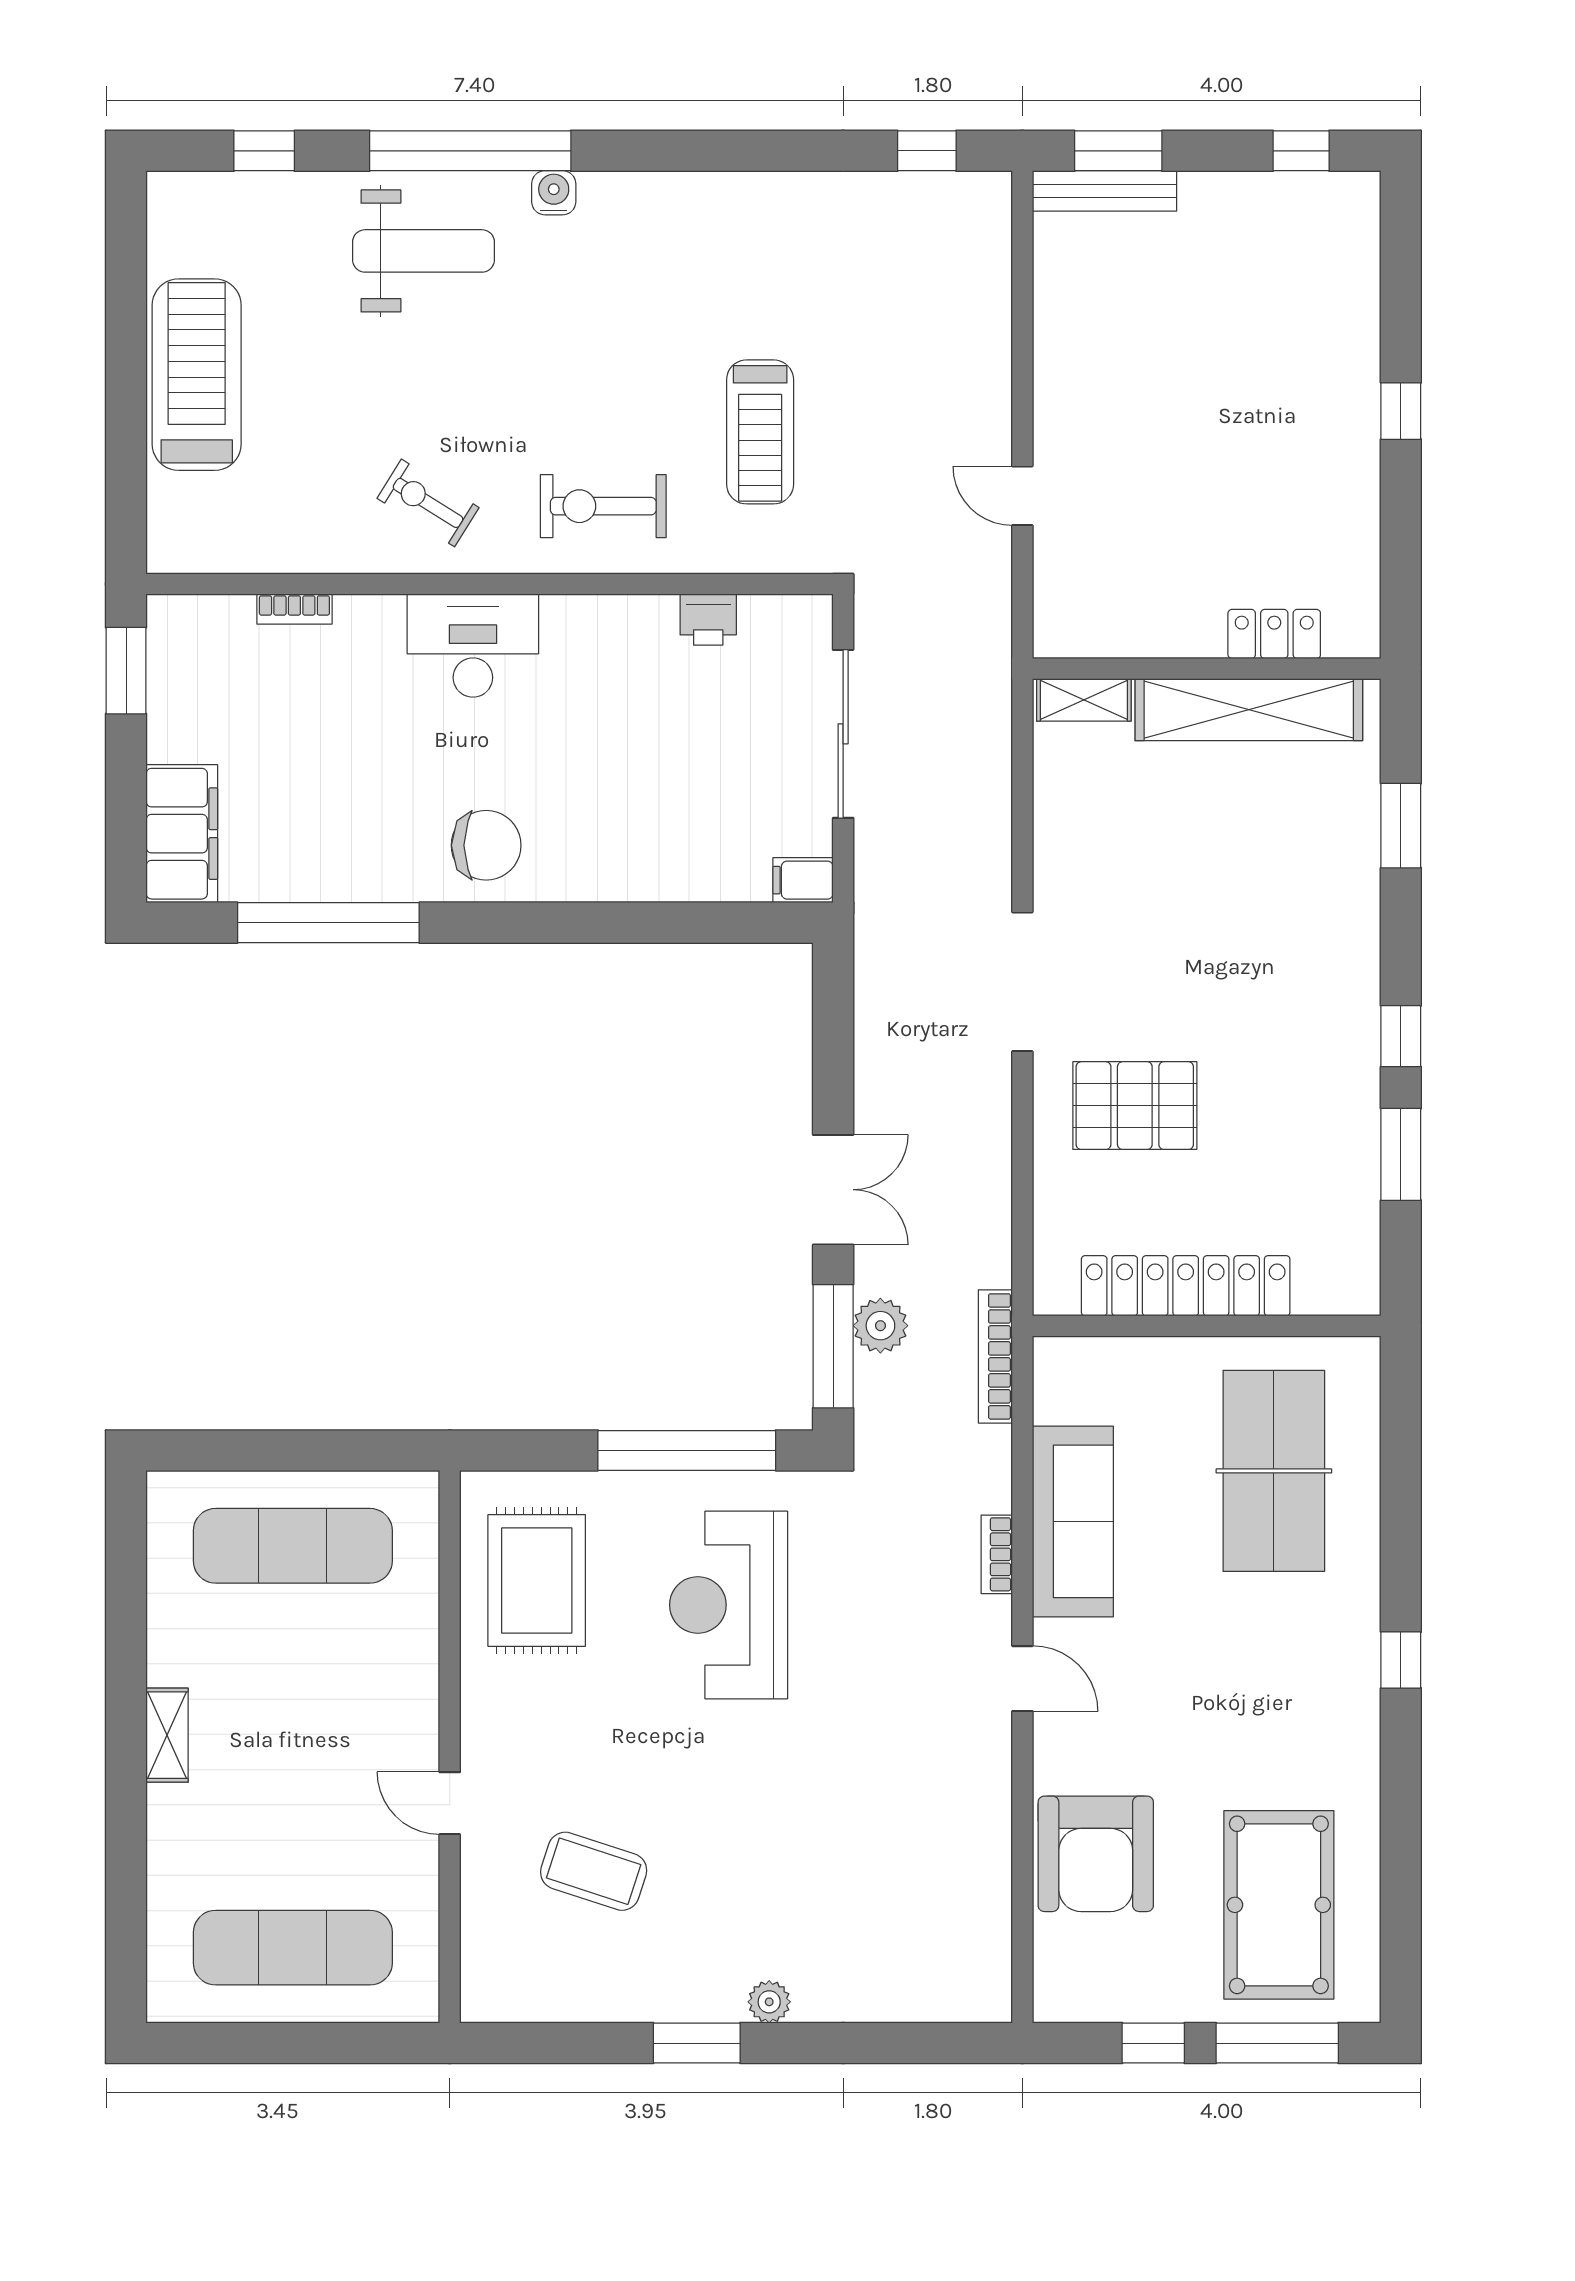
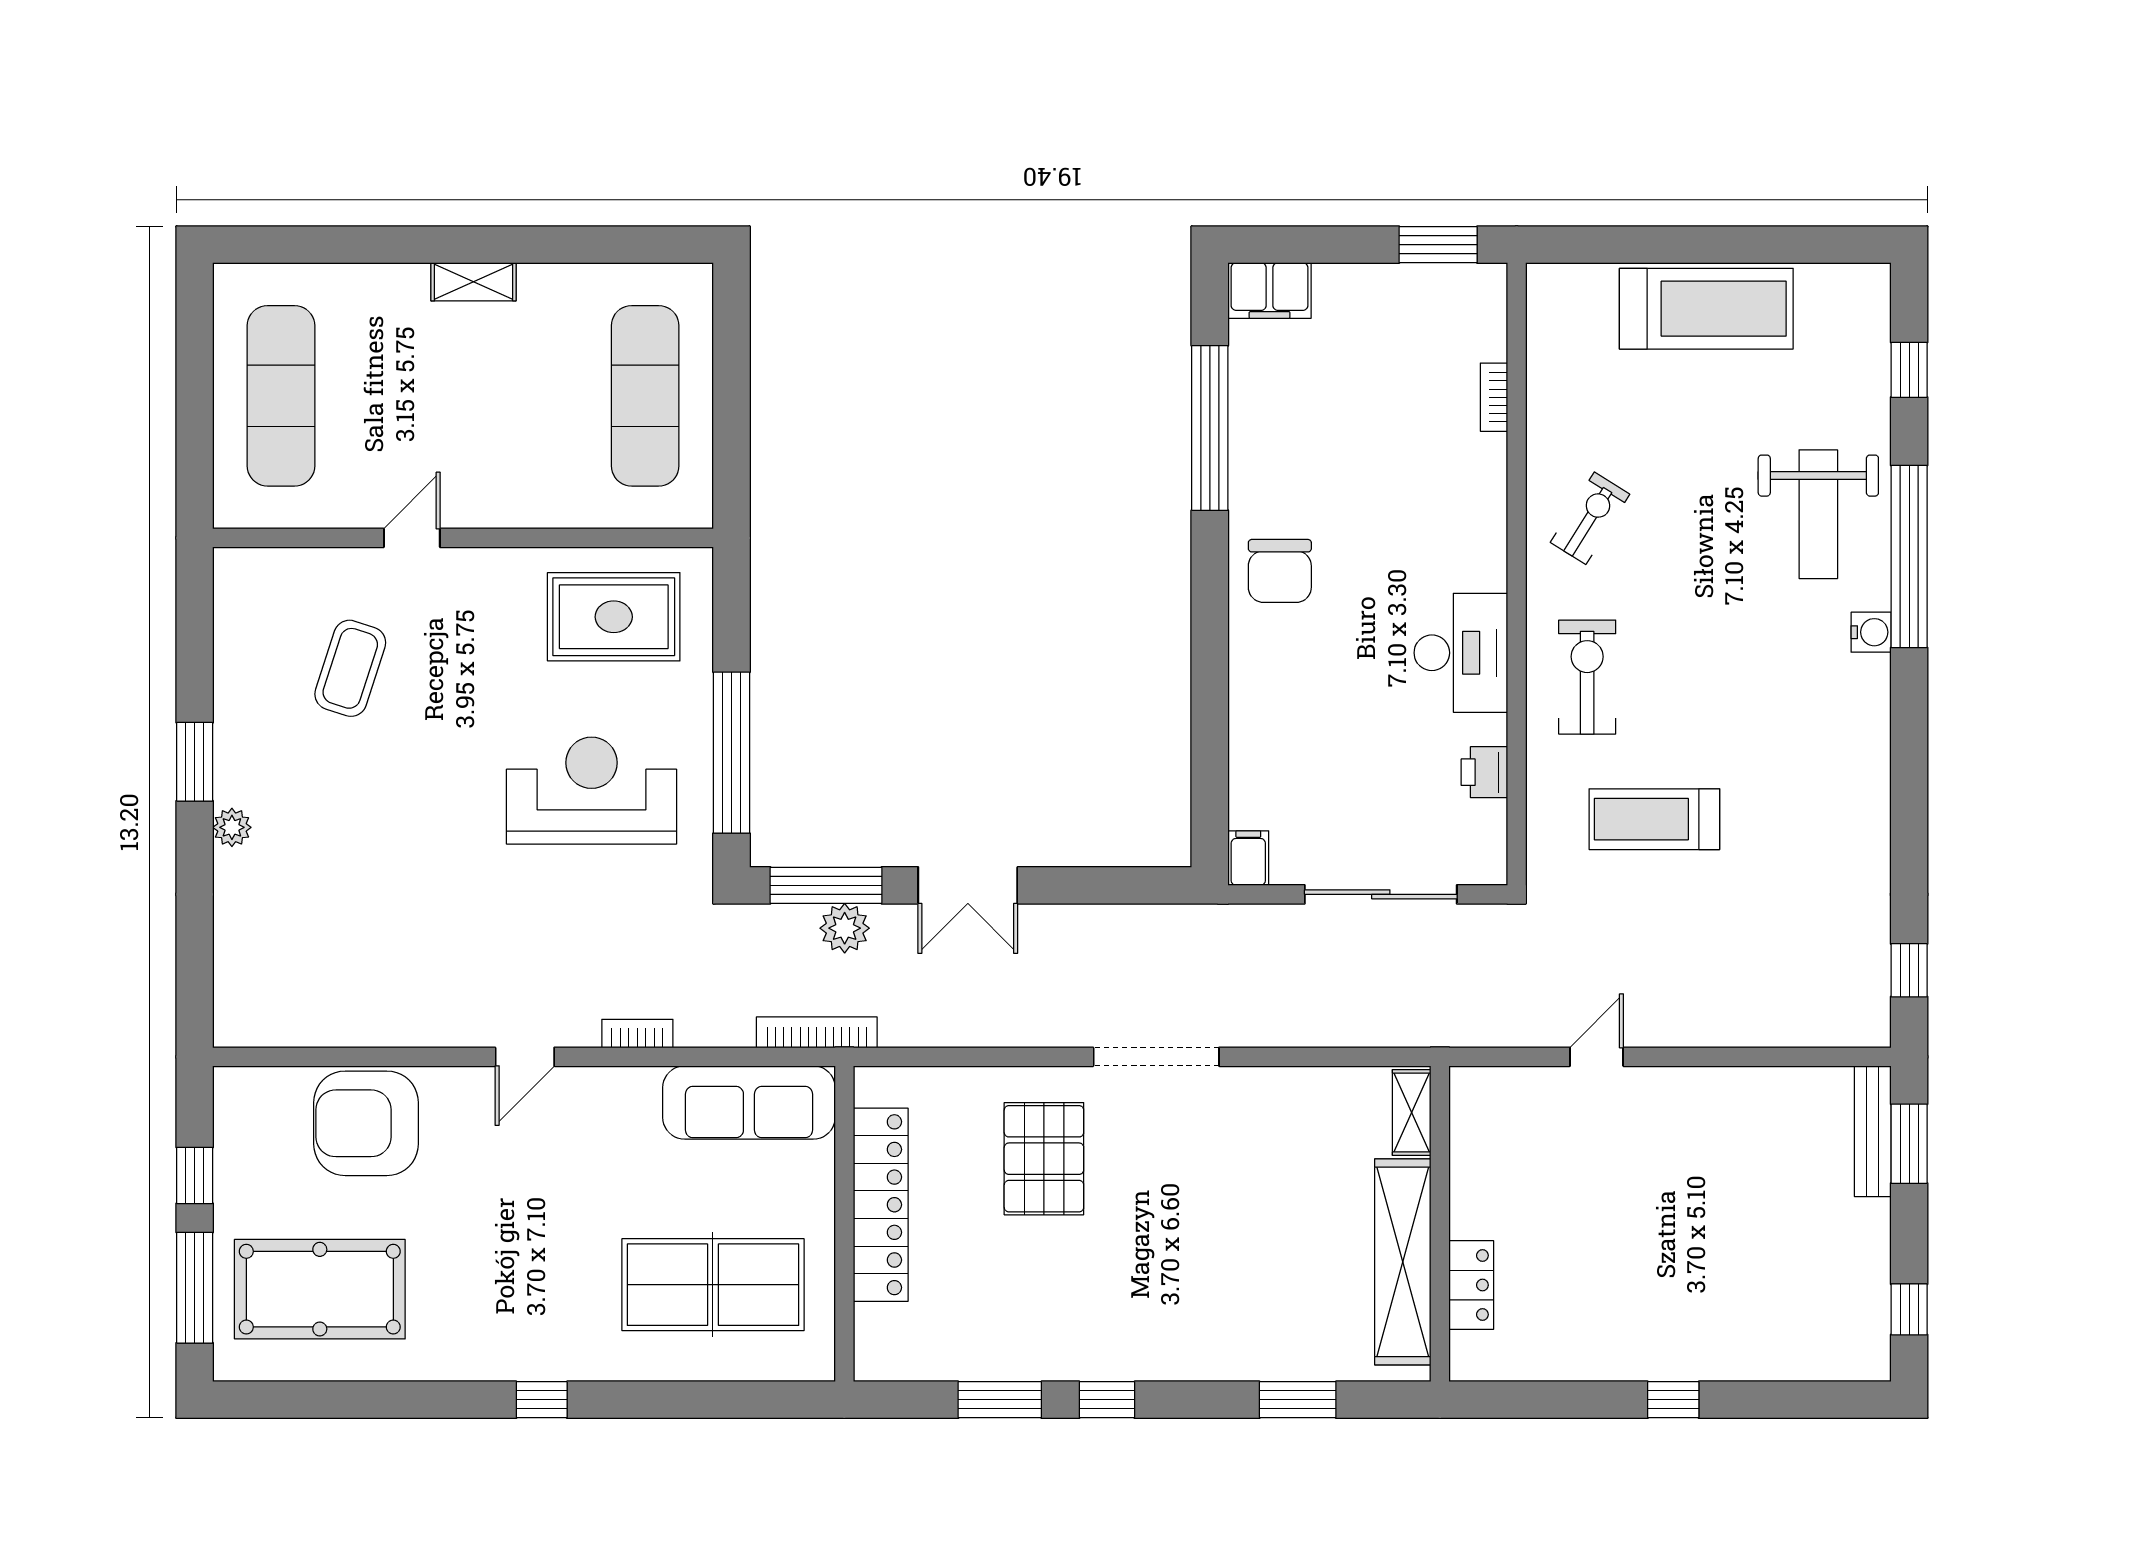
desk: (473, 646) -> (1461, 653), moved
filing cabinet: (182, 834) -> (1270, 290), width x0.67, depth x0.86
sofa: (1073, 1521) -> (749, 1103), moved

